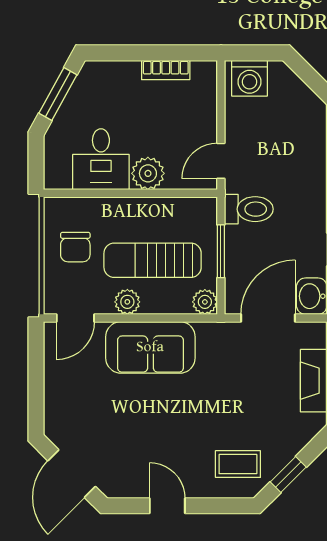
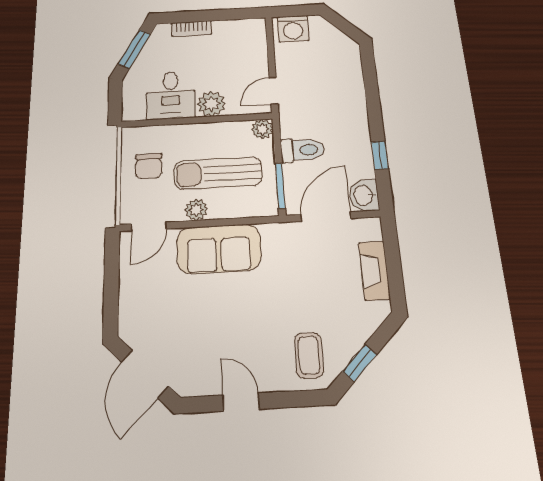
bookcase: (166, 70) -> (191, 29), moved
toilet: (249, 209) -> (303, 150), moved
window: (221, 251) -> (280, 186), moved
plant: (205, 302) -> (262, 129), moved
coffee table: (238, 464) -> (309, 355), turned 90

